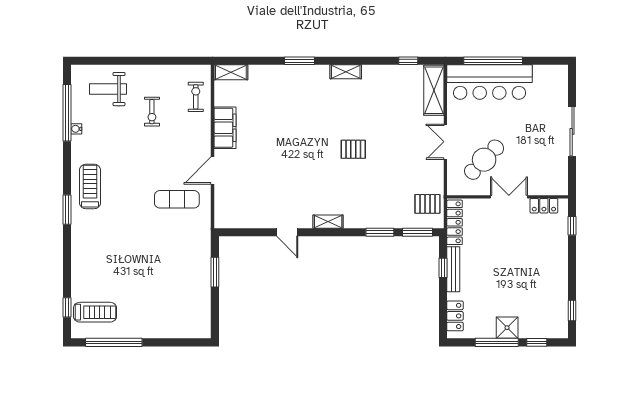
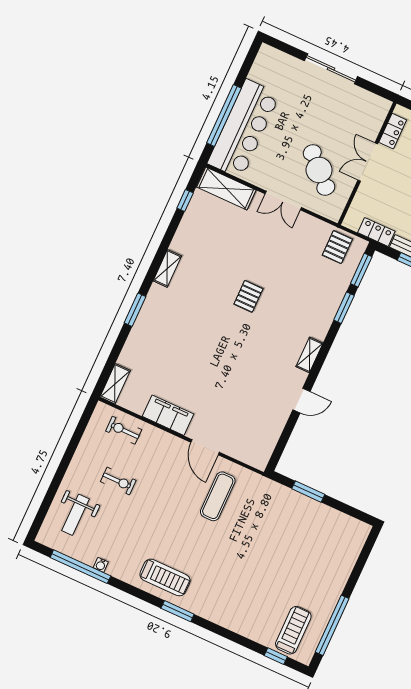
treadmill: (90, 186) -> (165, 578), turned 180
locker: (455, 222) -> (376, 232), width x0.66

